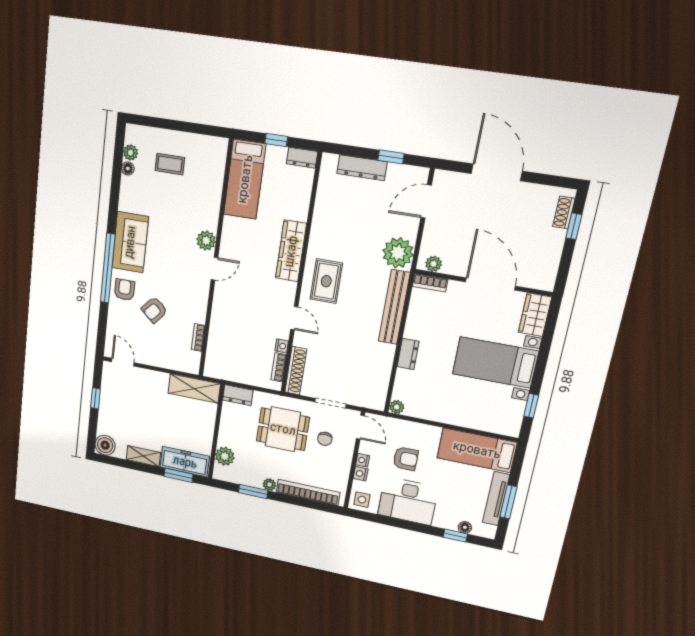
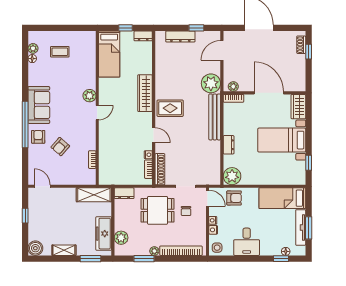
rug: (326, 281) -> (170, 108), turned 90
plant: (397, 407) -> (232, 176), width x1.88, depth x1.88
armchair: (406, 459) -> (234, 198), moved
freezer: (185, 462) -> (104, 234), moved, turned -90
desk: (408, 501) -> (247, 242), width x0.73

